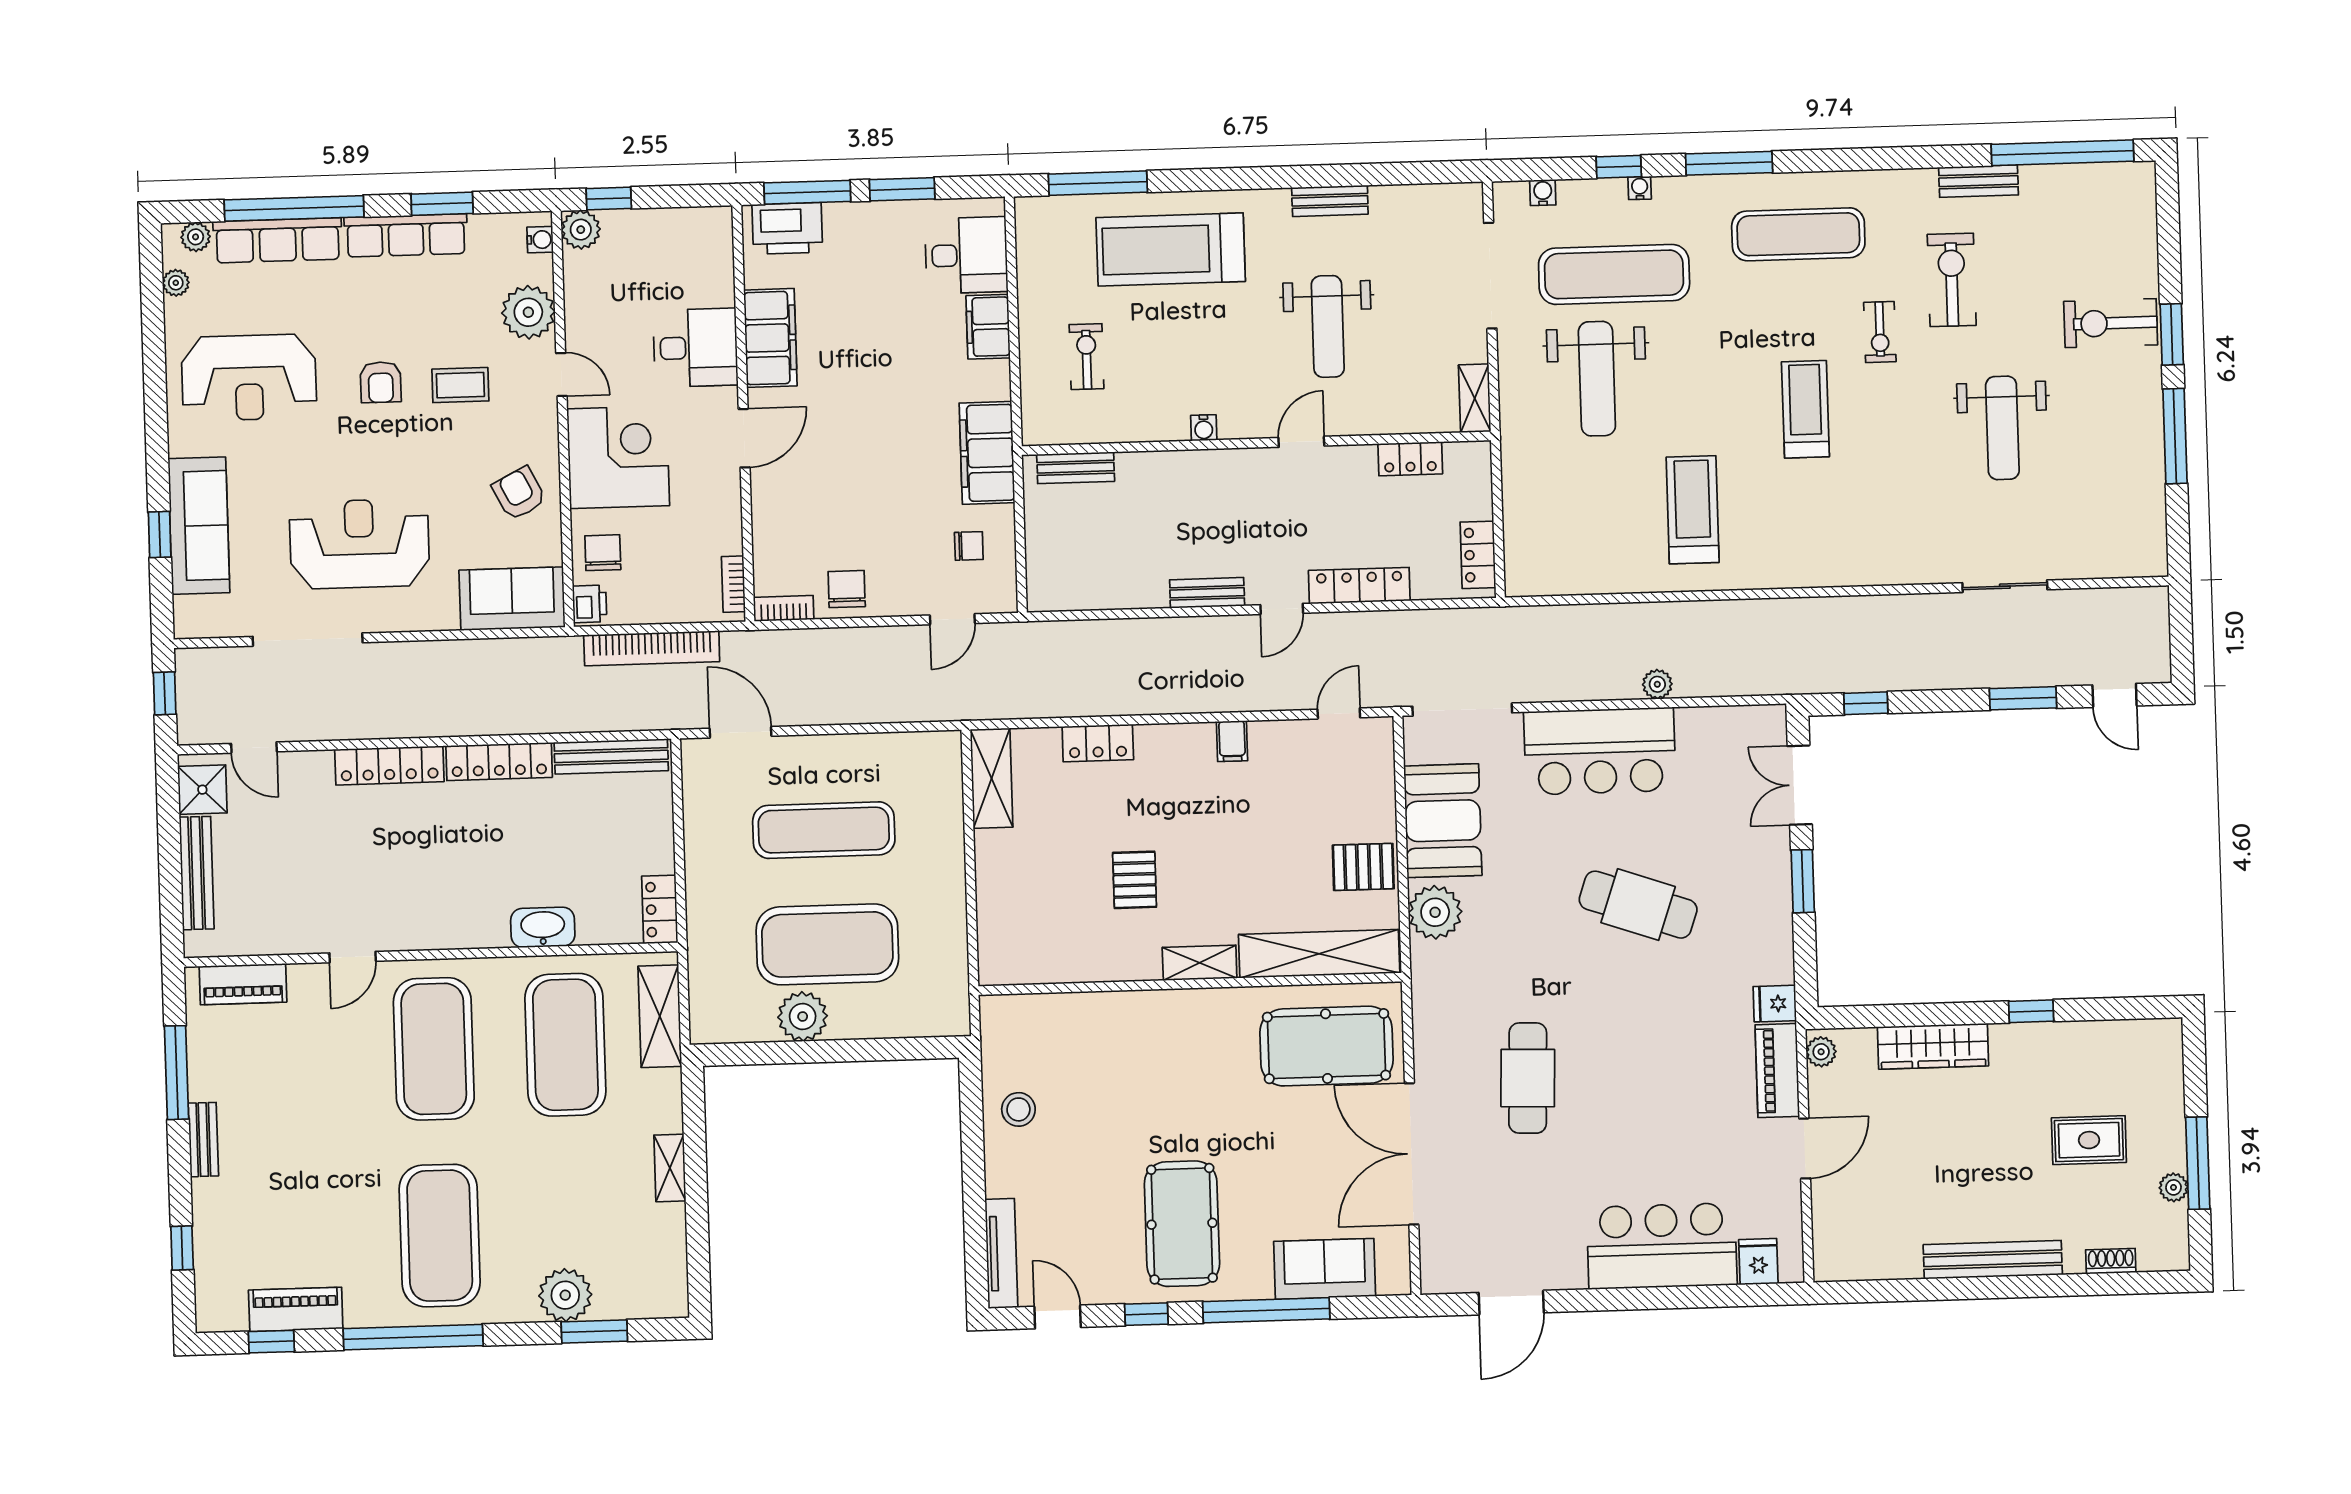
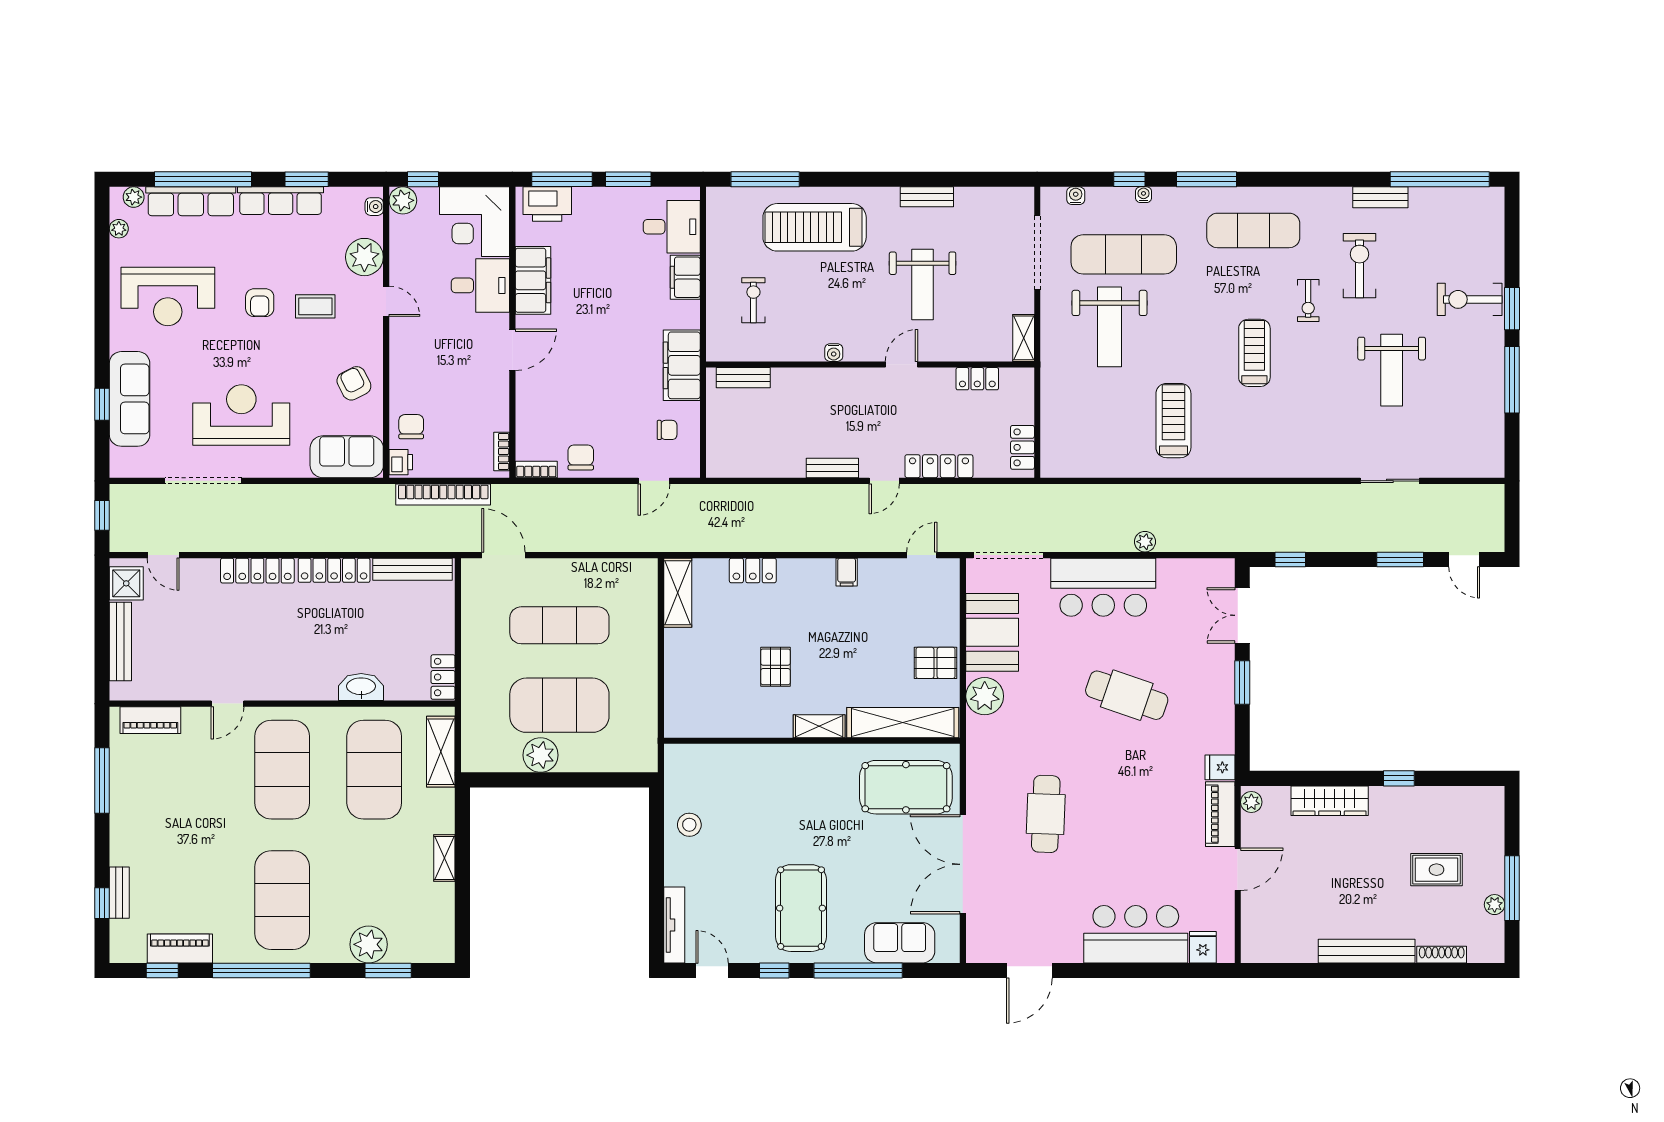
corner desk: (618, 457) -> (475, 222), moved, turned 180
bench: (203, 1140) -> (119, 893), moved
shoe rack: (2111, 1261) -> (1442, 955), width x1.43

